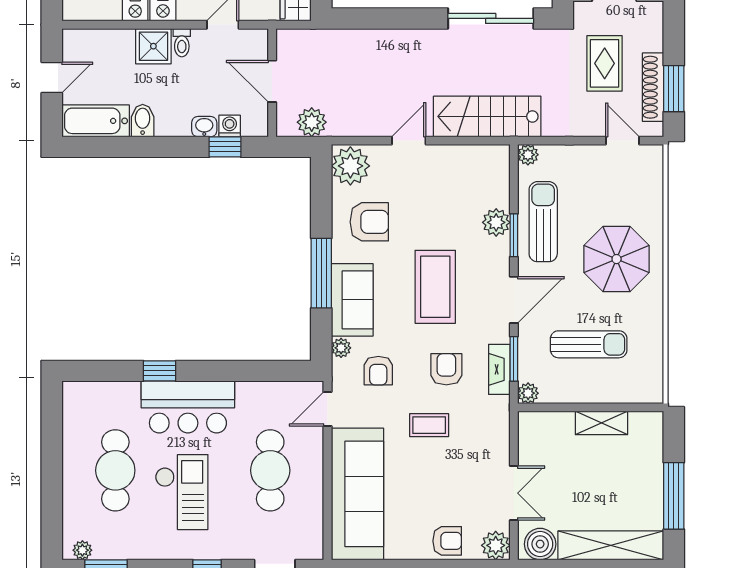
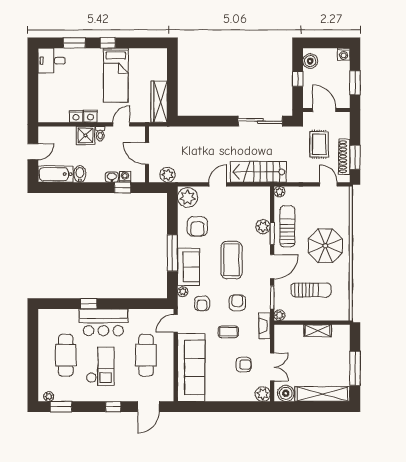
armchair: (369, 222) -> (197, 226), turned 90
fireplace: (499, 369) -> (265, 326), moved
armchair: (447, 541) -> (244, 365), moved

